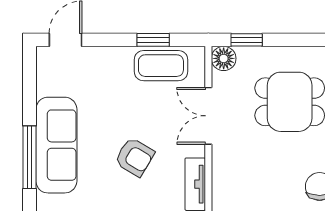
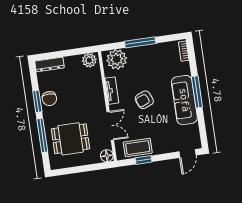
window: (247, 40) -> (97, 167), removed
armchair: (135, 157) -> (144, 100), turned -53

